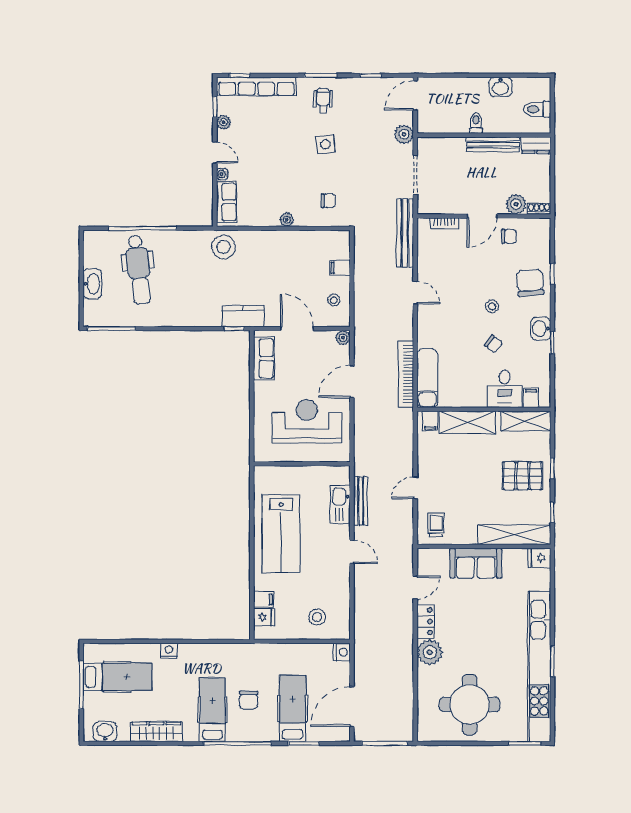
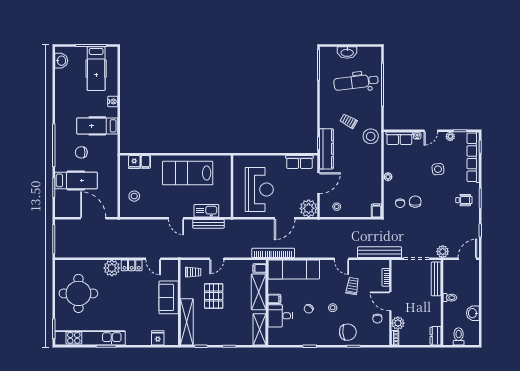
door: (415, 95) -> (467, 259), hinge flipped
side table: (326, 144) -> (438, 169), moved
bench: (493, 144) -> (436, 279), moved
chair: (326, 177) -> (415, 202), added
filing cabinet: (340, 268) -> (376, 211), moved
trolley: (458, 276) -> (352, 286), added
trolley: (200, 281) -> (349, 121), added
door: (415, 293) -> (341, 259), hinge flipped
kitchen counter: (243, 316) -> (326, 149), width x1.50
washbasin: (541, 329) -> (319, 339), removed
plant: (343, 338) -> (309, 208), width x1.88, depth x1.88
bookcase: (406, 374) -> (273, 253), moved
exam couch: (427, 378) -> (294, 269), width x1.36, depth x1.45
door: (352, 382) -> (285, 218), swing flipped
filing cabinet: (531, 398) -> (274, 299), moved
pallet: (522, 476) -> (214, 296), moved
door: (415, 488) -> (217, 259), swing flipped
door: (352, 552) -> (176, 218), hinge flipped
fridge: (539, 558) -> (158, 338), moved
nightstand: (342, 652) -> (112, 212), removed
kitchen unit: (539, 666) -> (90, 338), width x0.73
door: (352, 707) -> (93, 218), moved
hospital bed: (212, 710) -> (97, 126), moved, turned 180
wardrobe: (157, 732) -> (61, 94), removed

